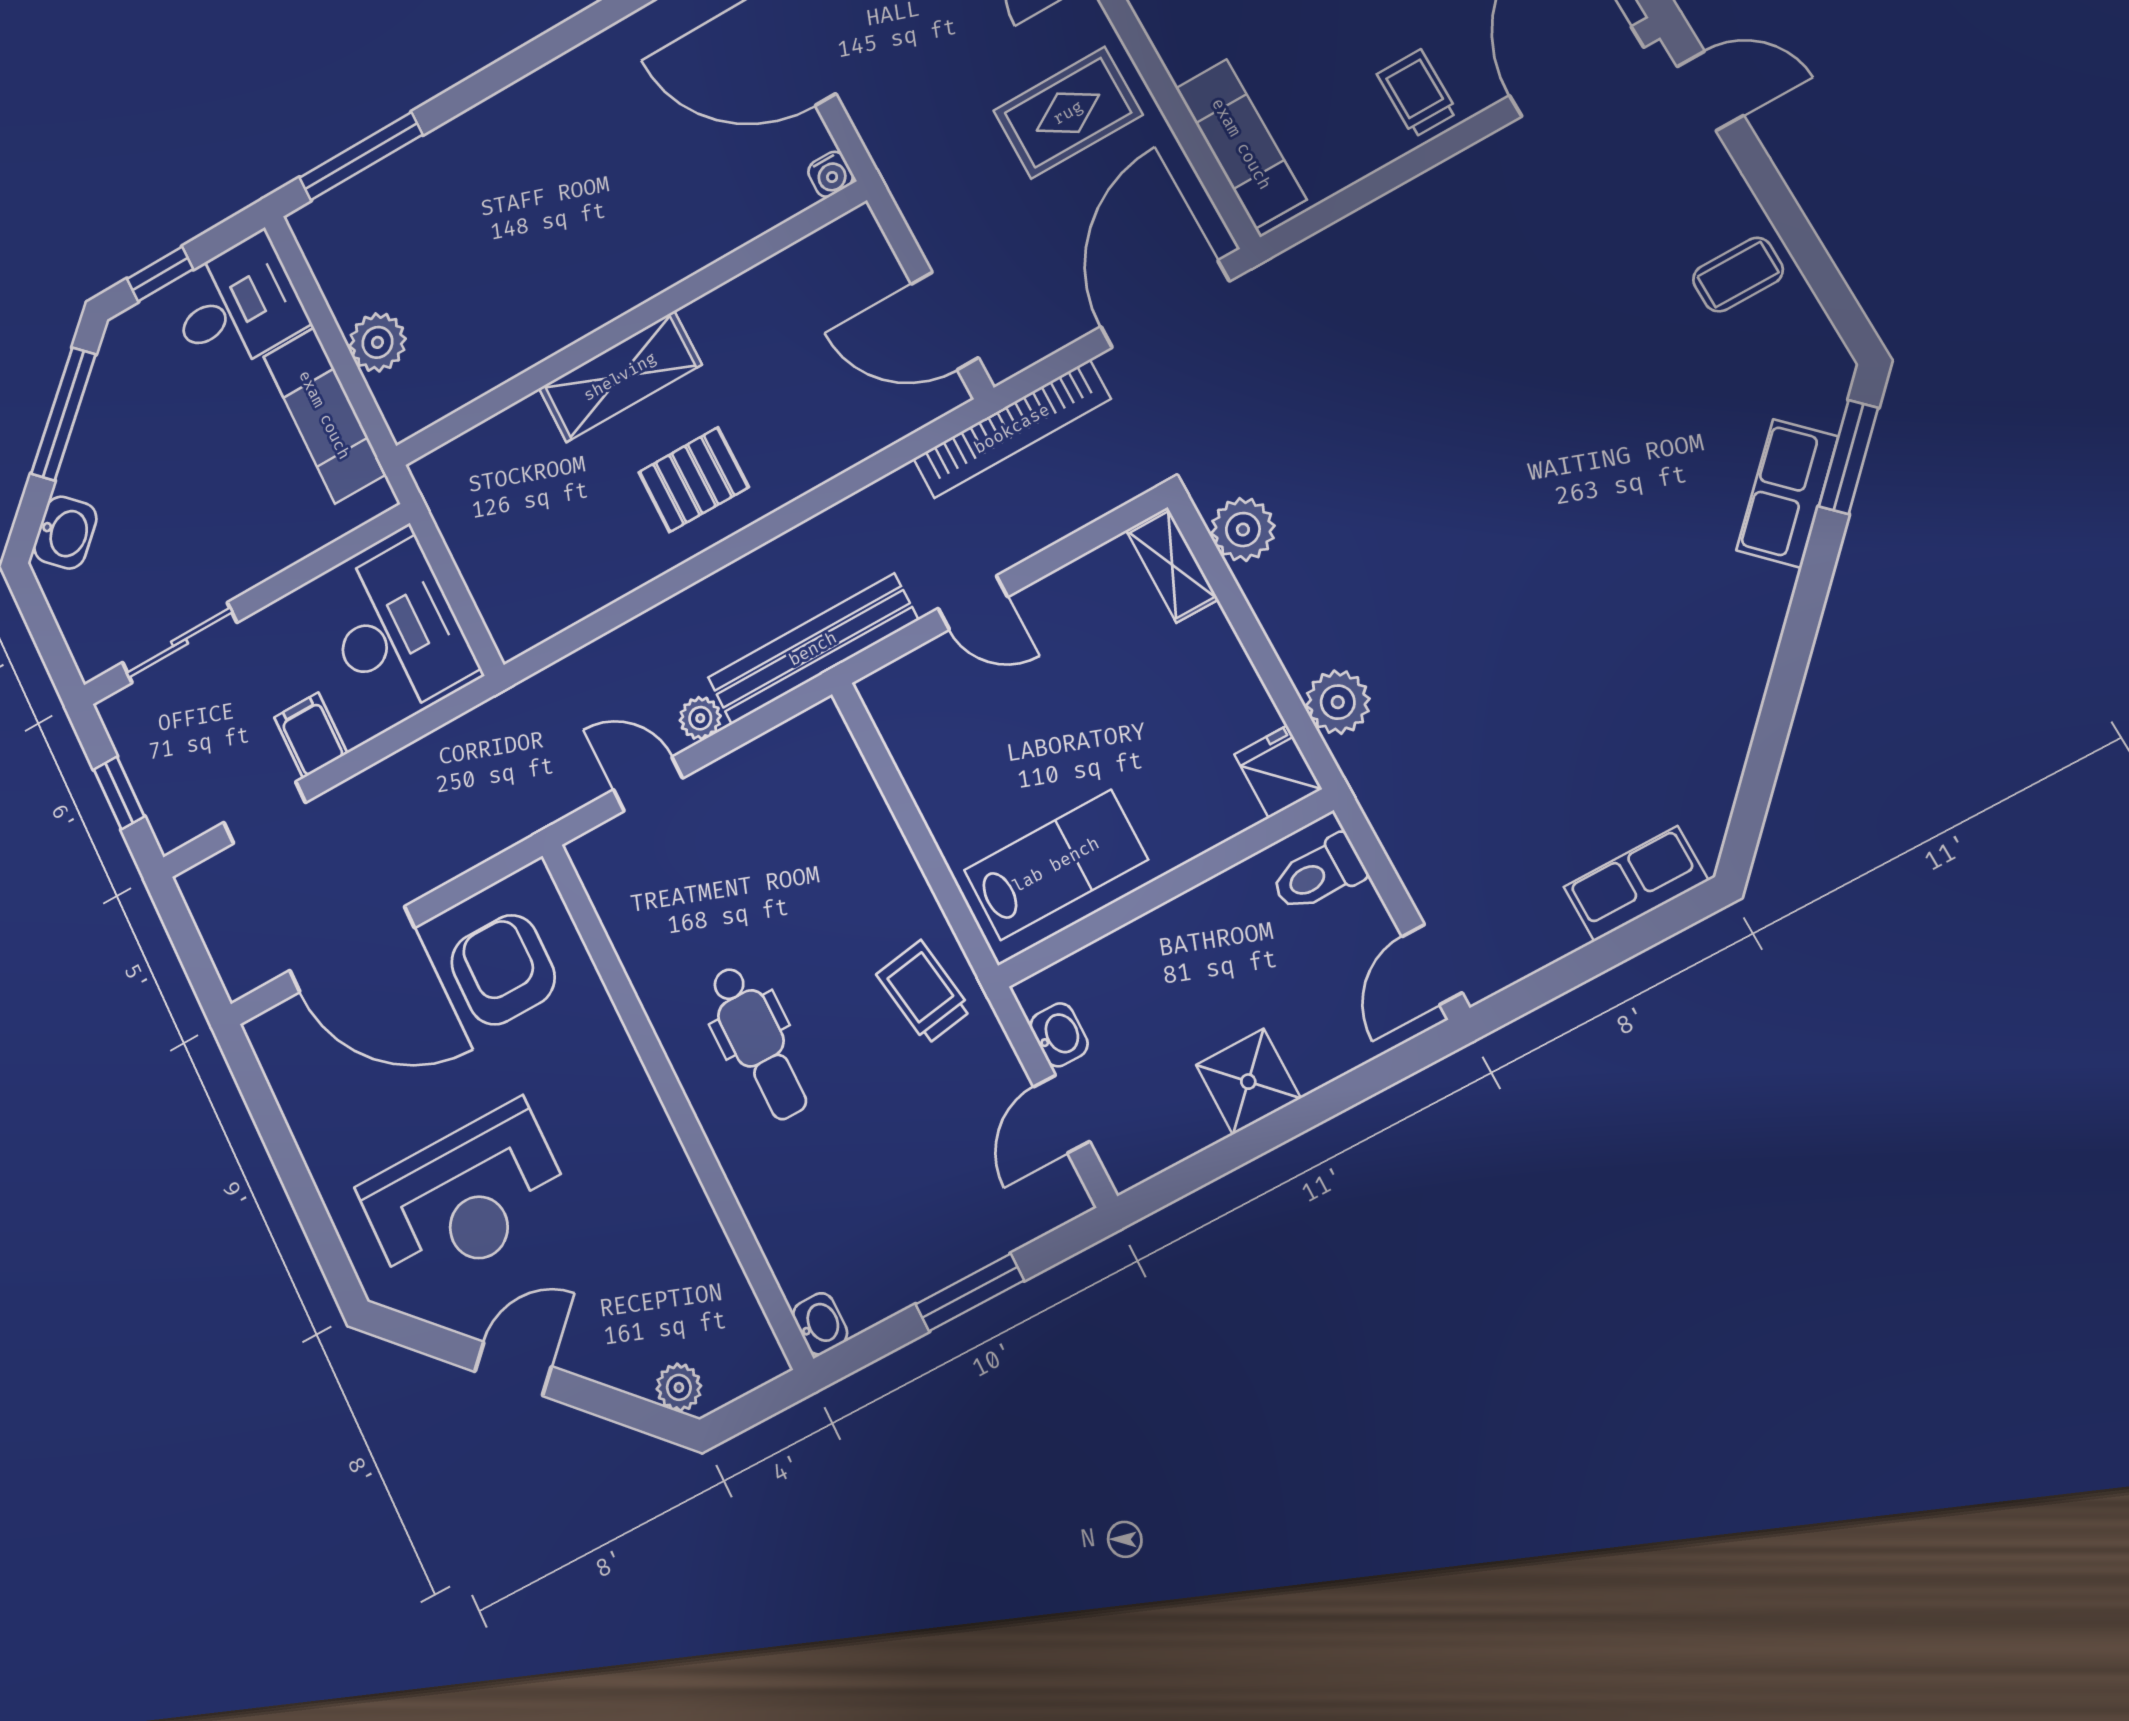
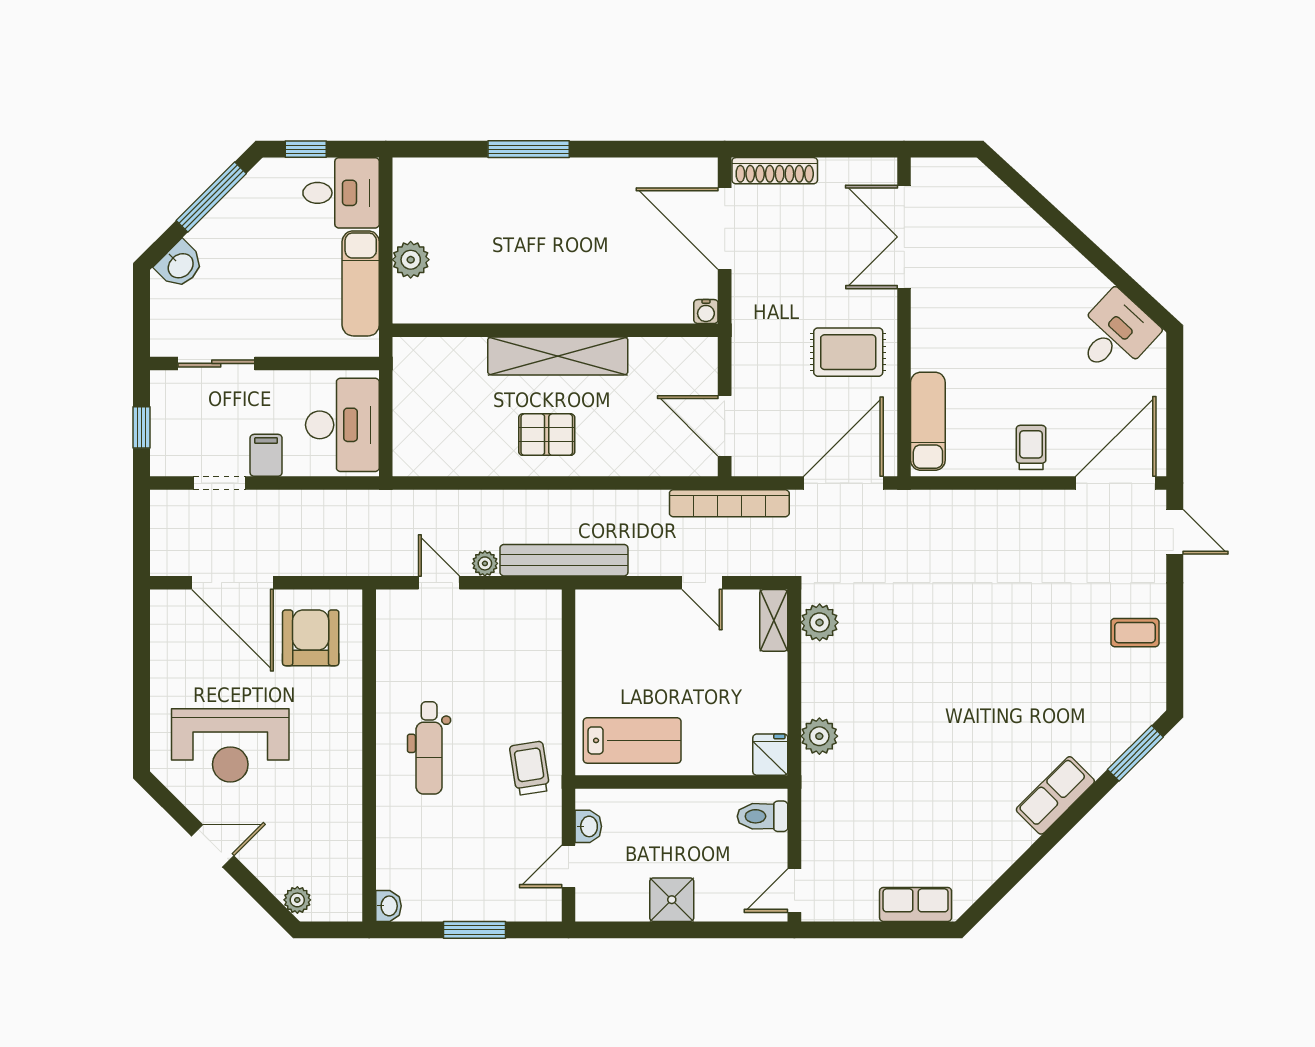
window: (361, 156) -> (529, 149), moved
shelving: (620, 377) -> (558, 356), width x1.47
row of seats: (1787, 493) -> (1055, 795), moved
door: (973, 603) -> (702, 583), moved

